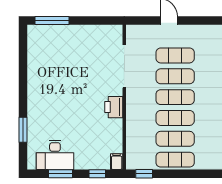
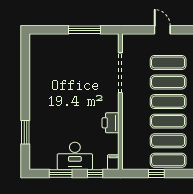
window: (52, 20) -> (84, 30), moved
printer: (114, 107) -> (111, 123), moved
desk: (55, 155) -> (75, 156), moved
window: (144, 174) -> (156, 173), moved

